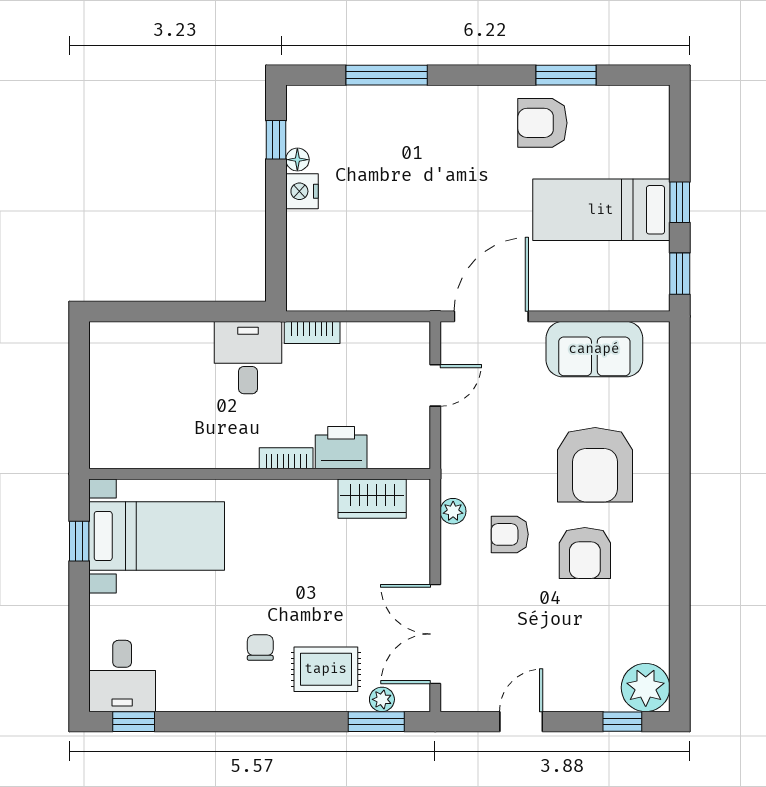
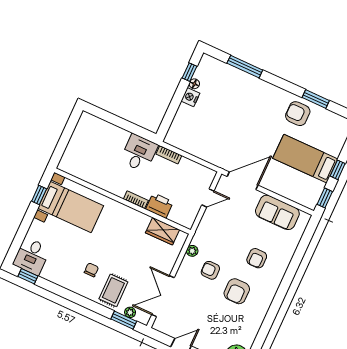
armchair: (595, 465) -> (257, 258), width x0.53, depth x0.53
rug: (326, 669) -> (113, 290), turned 90

